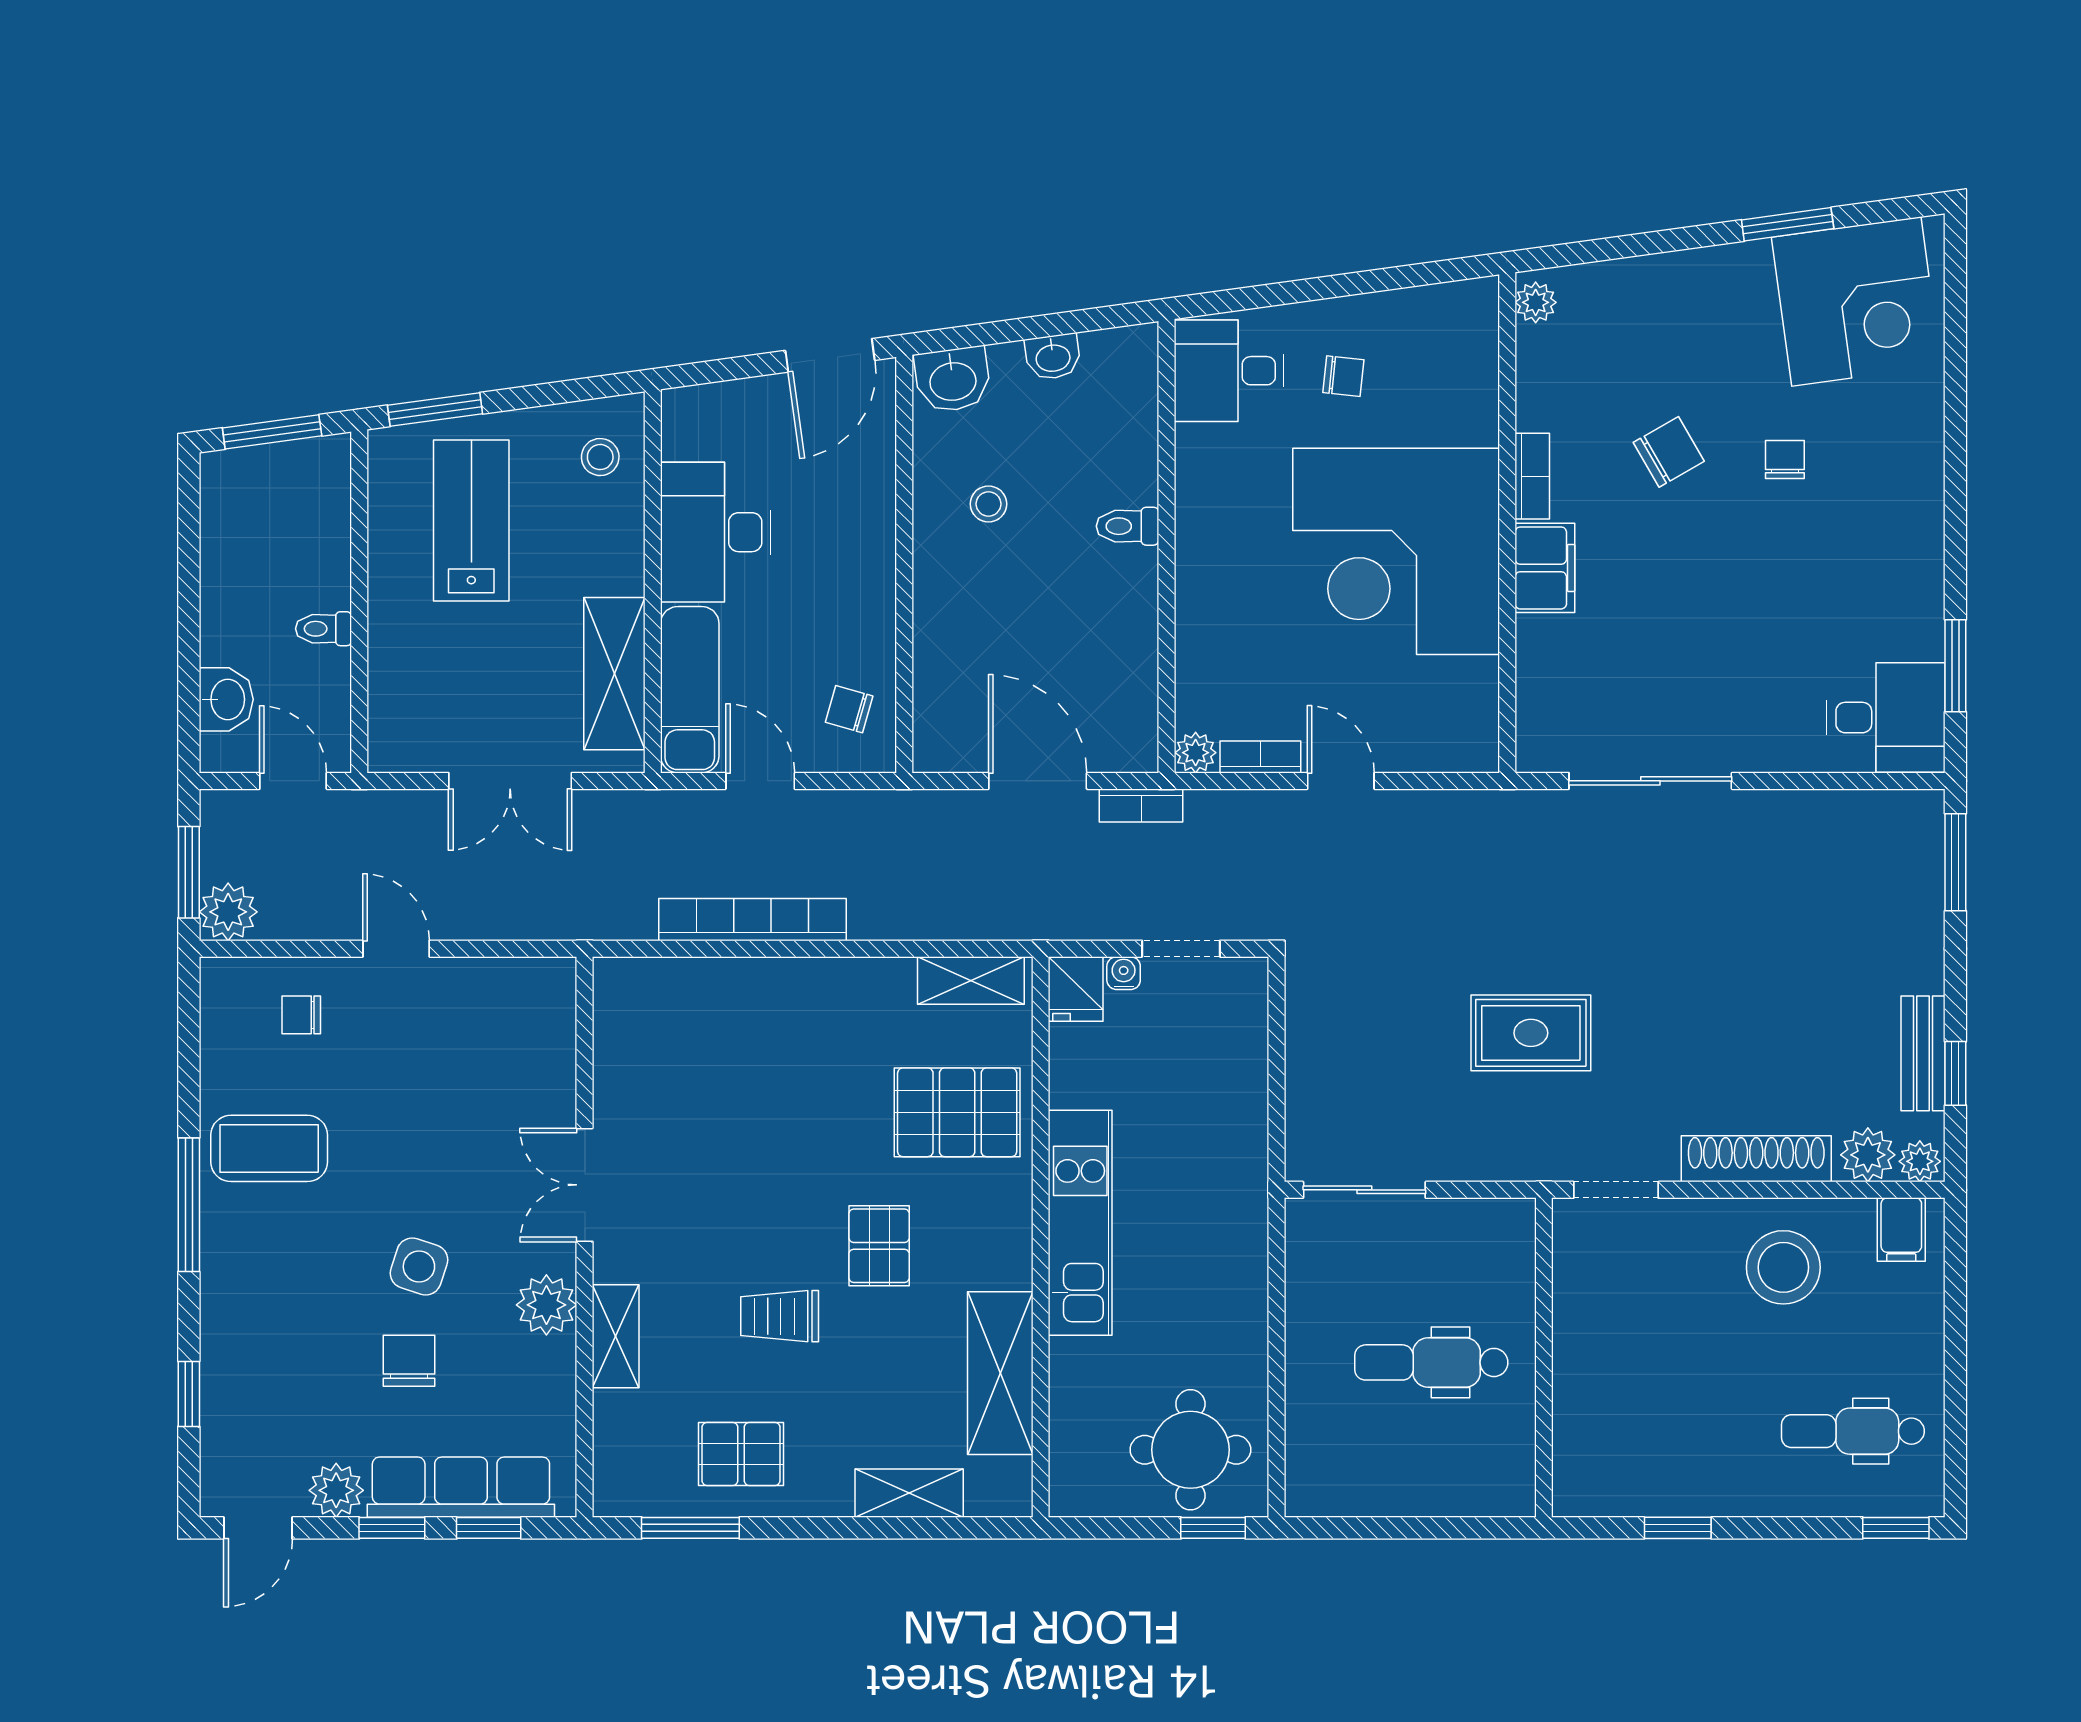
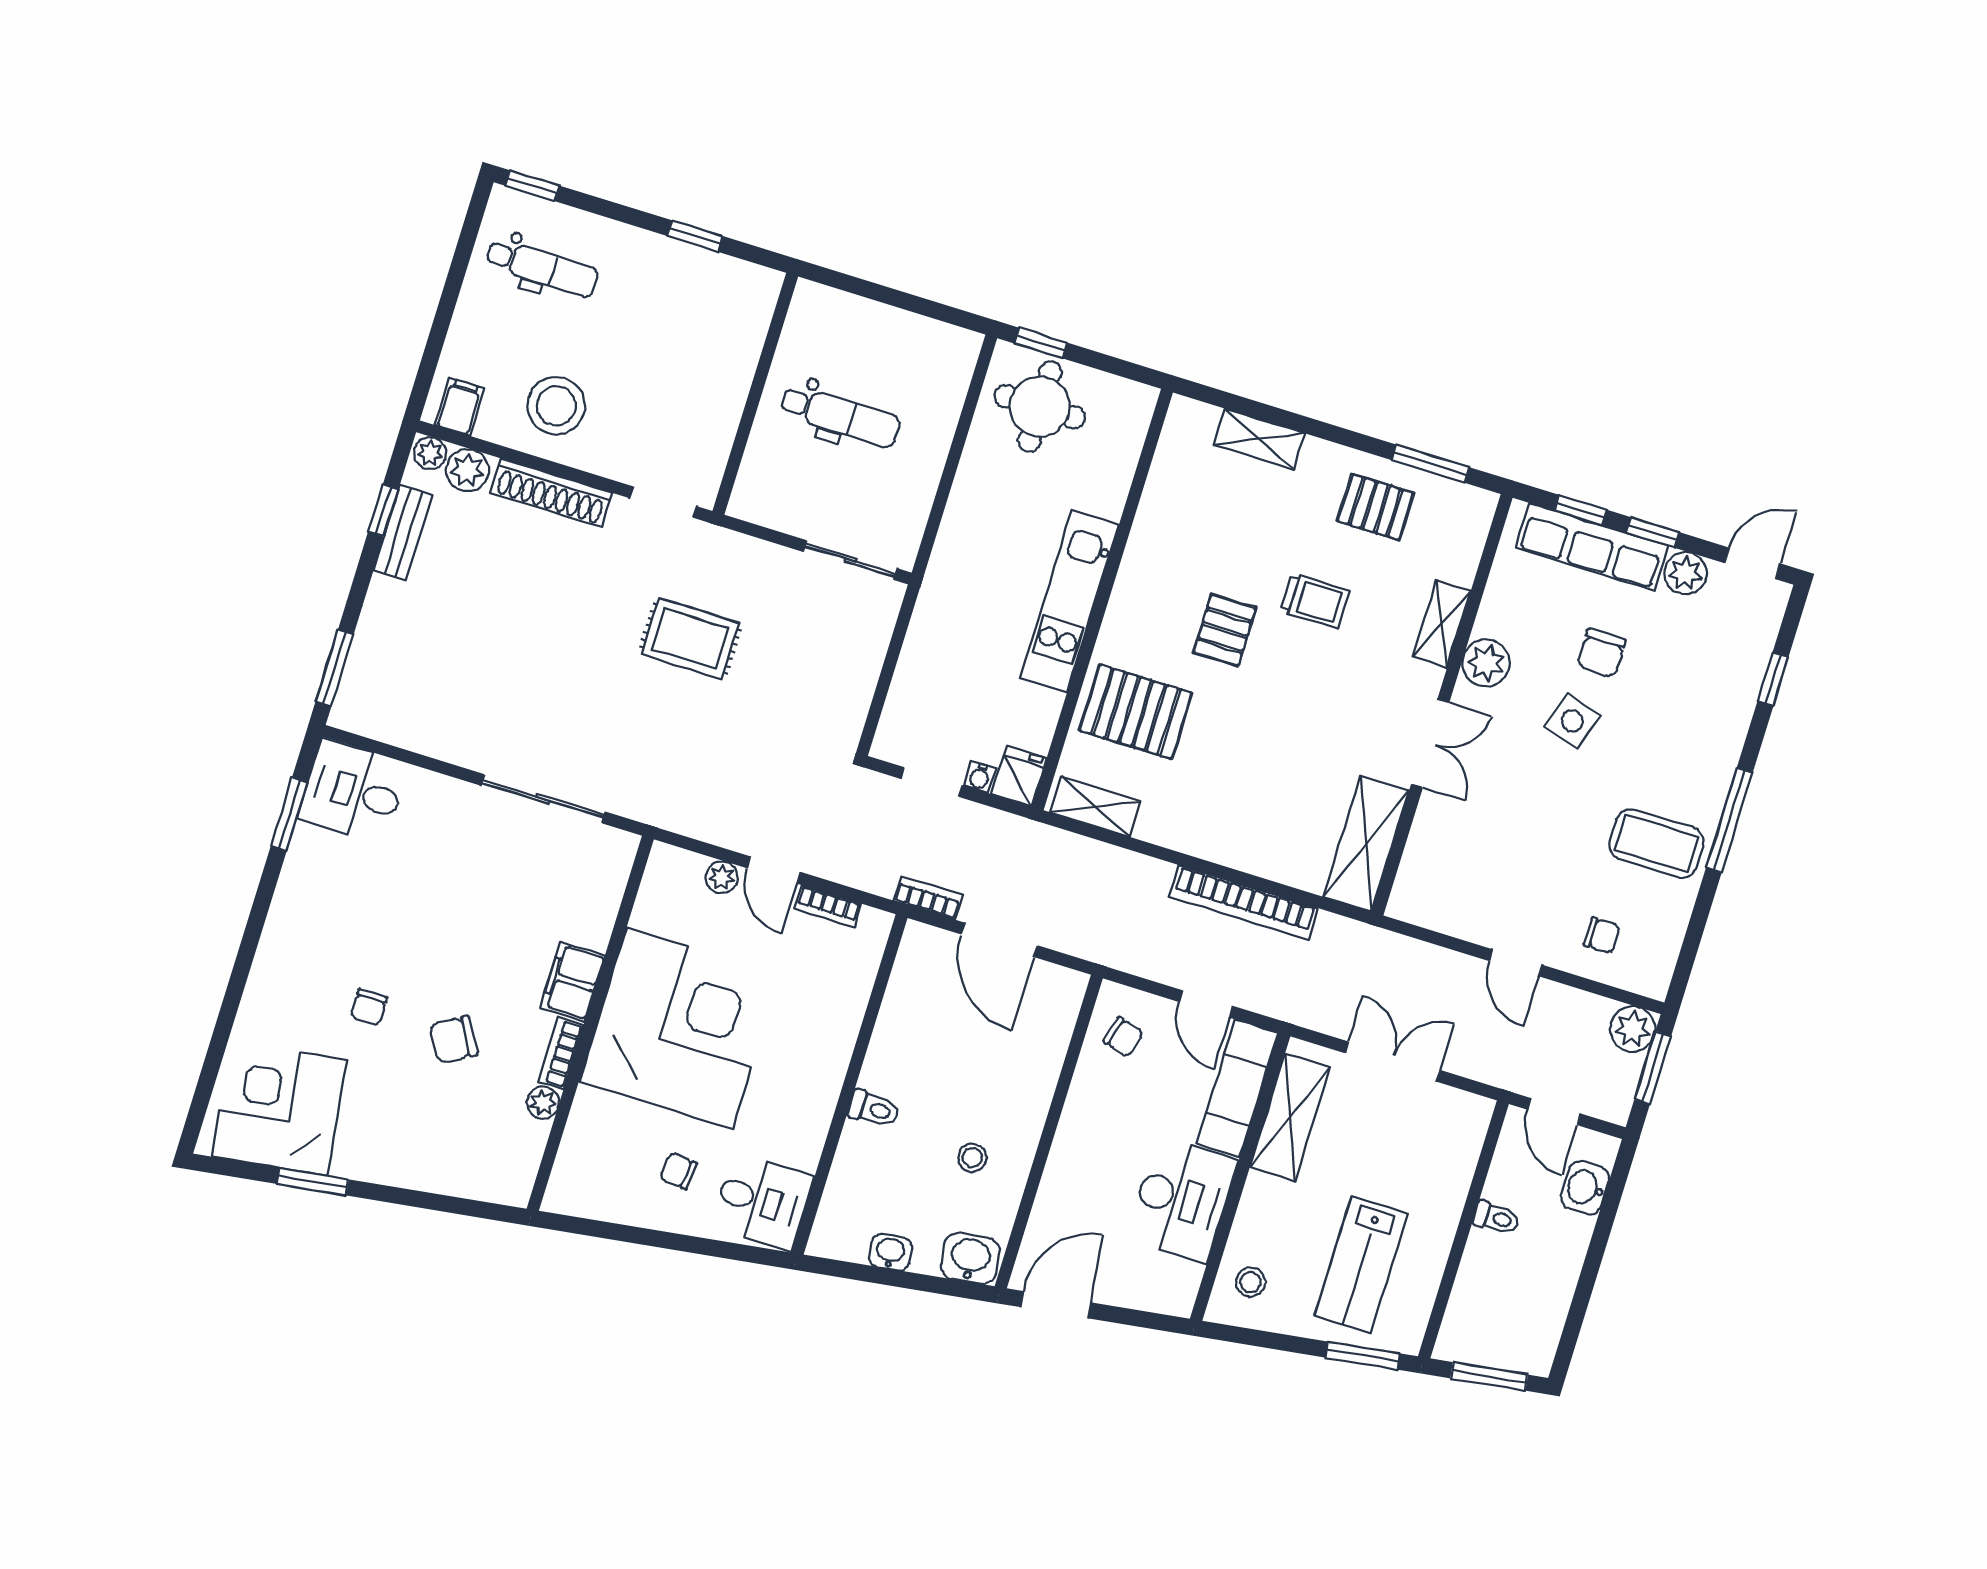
plant: (1536, 302) -> (543, 1103), moved
plant: (1196, 753) -> (722, 877), moved
shelving: (1000, 1373) -> (1366, 844), moved

